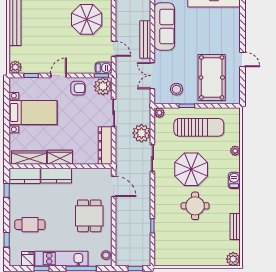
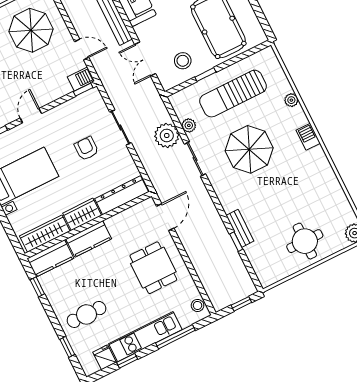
plant: (103, 86) -> (91, 102), removed
armchair: (78, 88) -> (86, 148), moved, turned -90
plant: (159, 113) -> (189, 125), moved
sun lounger: (199, 127) -> (233, 94), turned 180
dresser: (105, 146) -> (122, 195), moved, turned 90
door: (114, 186) -> (165, 217), hinge flipped
round table: (195, 206) -> (305, 241), moved
bench: (235, 227) -> (240, 228), moved

